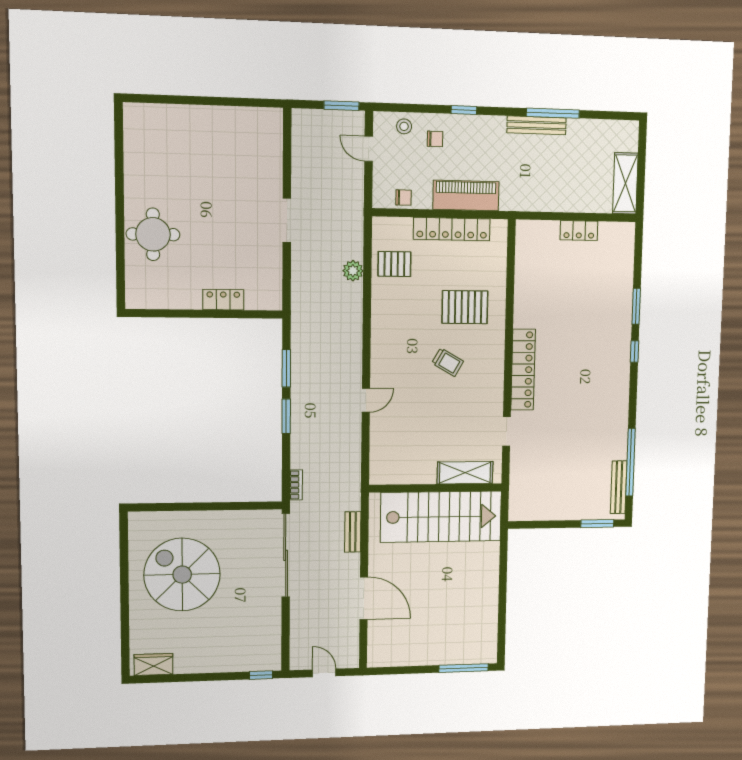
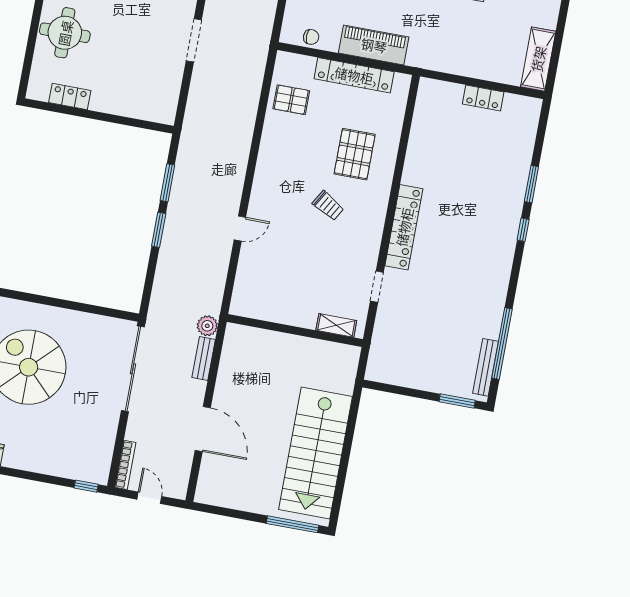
plant: (353, 271) -> (207, 326), moved
locker: (223, 300) -> (70, 96), moved
pallet: (465, 307) -> (355, 154), turned 90
shelving: (465, 473) -> (336, 325), width x0.67, depth x0.75
bookcase: (296, 485) -> (125, 465), moved, width x1.56
stairs: (441, 517) -> (316, 453), moved, turned 90

